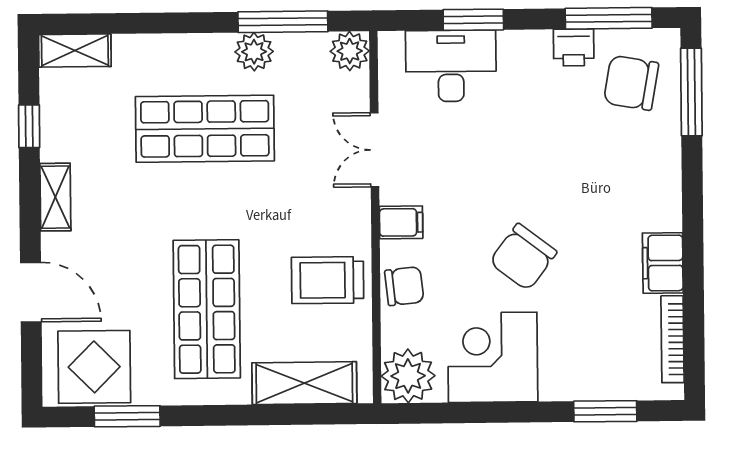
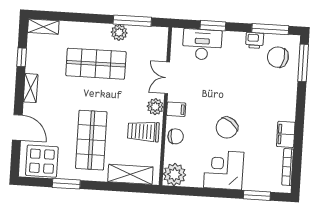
plant: (350, 51) -> (155, 107), moved
corner desk: (493, 357) -> (224, 170), moved
window: (127, 416) -> (66, 184), moved

